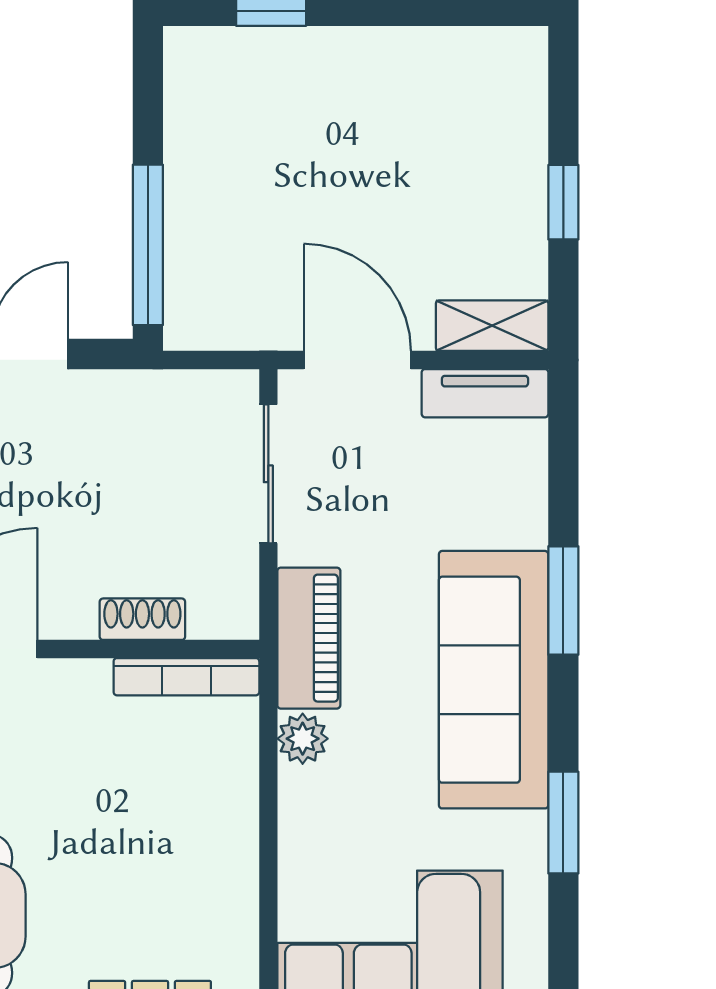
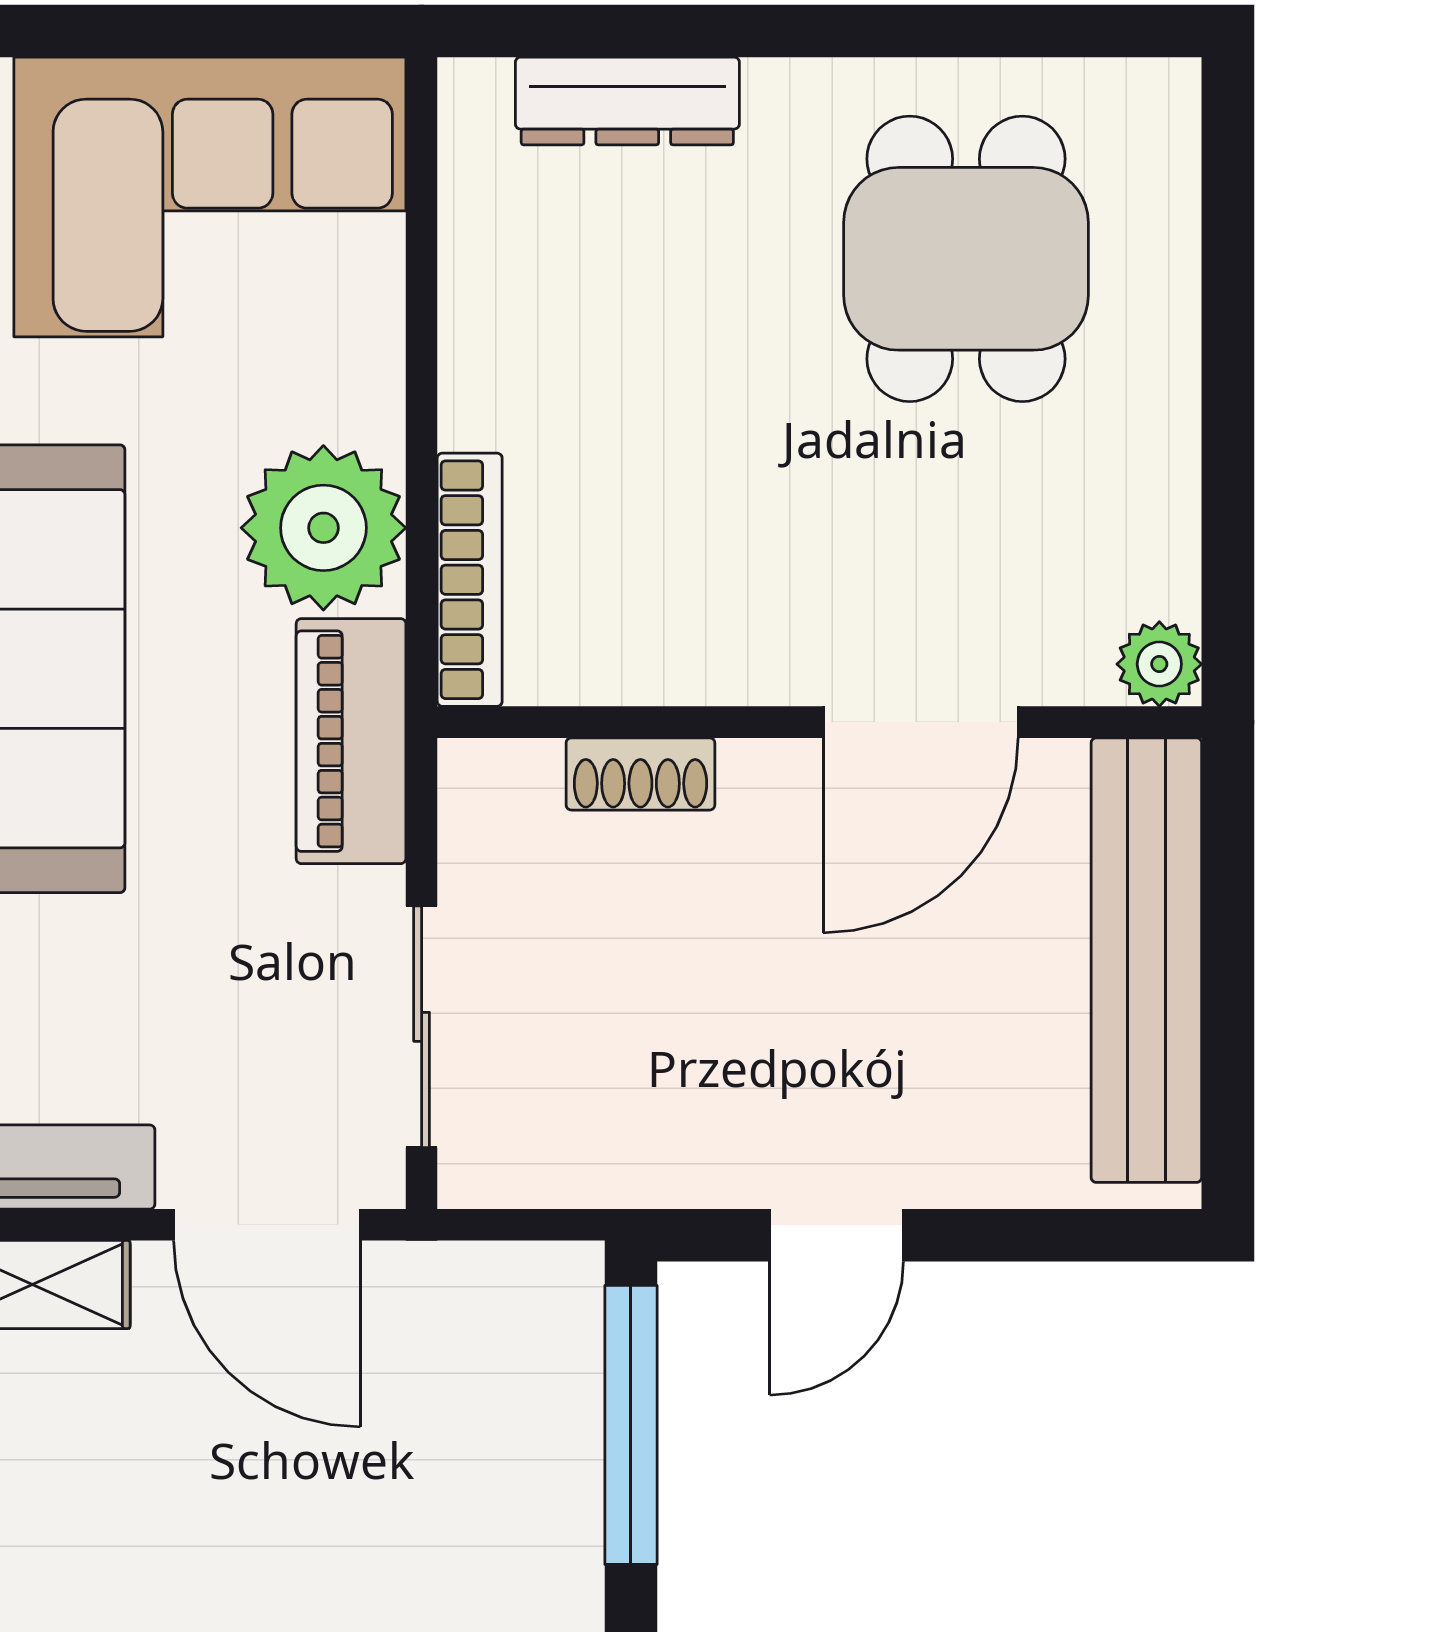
bookcase: (186, 677) -> (470, 580), moved, turned 90
plant: (303, 739) -> (323, 528), width x1.88, depth x1.88

